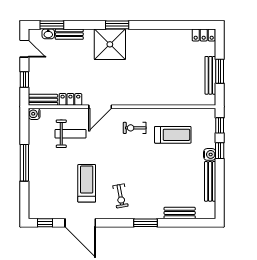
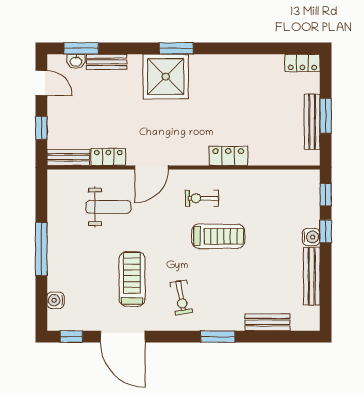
locker: (153, 99) -> (228, 156), added
water cooler: (34, 114) -> (55, 300), moved
treadmill: (173, 135) -> (218, 236), moved

